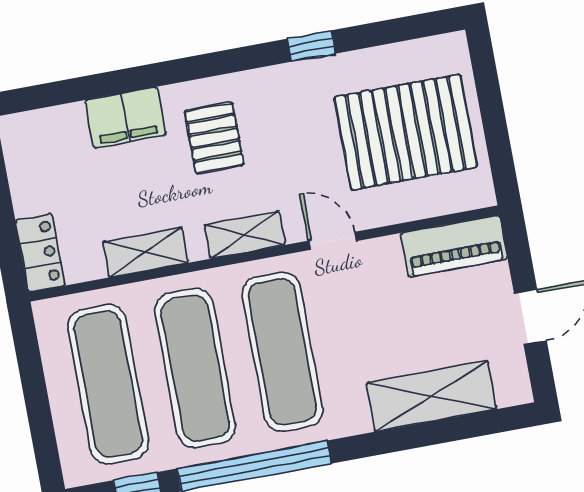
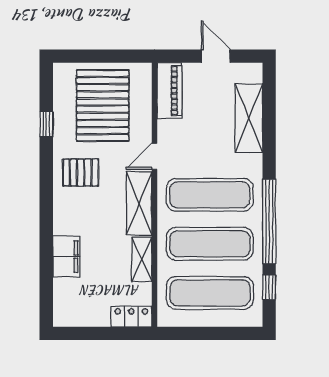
window: (311, 46) -> (46, 124), moved
pallet: (214, 138) -> (81, 173), moved
shelving: (245, 235) -> (139, 203), width x1.50, depth x1.33

